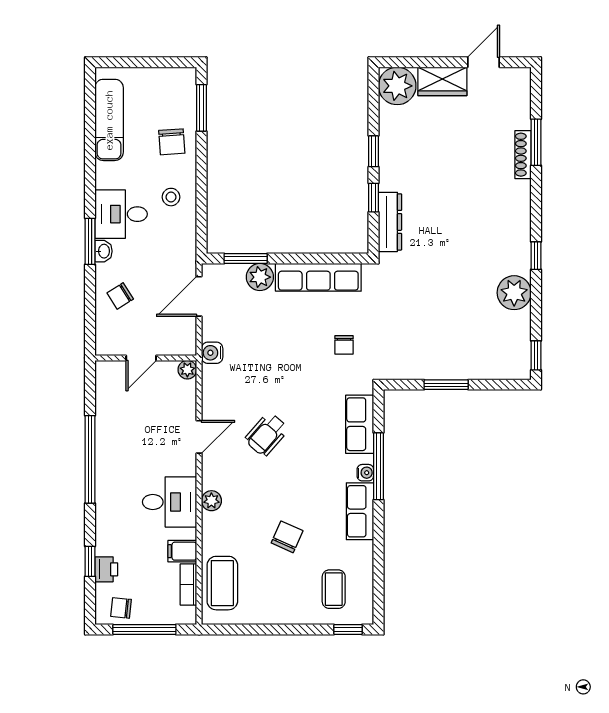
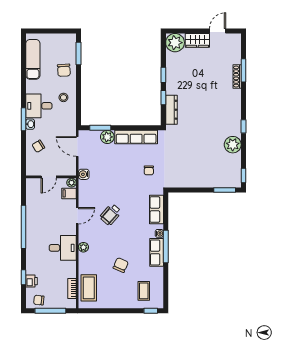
door: (199, 296) -> (77, 146), hinge flipped
window: (446, 385) -> (225, 190), moved
window: (378, 466) -> (166, 247), moved
filing cabinet: (182, 551) -> (69, 193), moved

